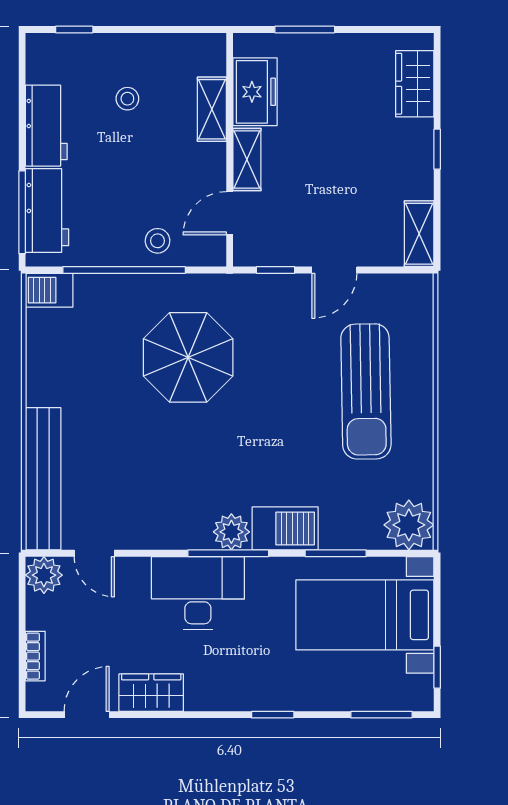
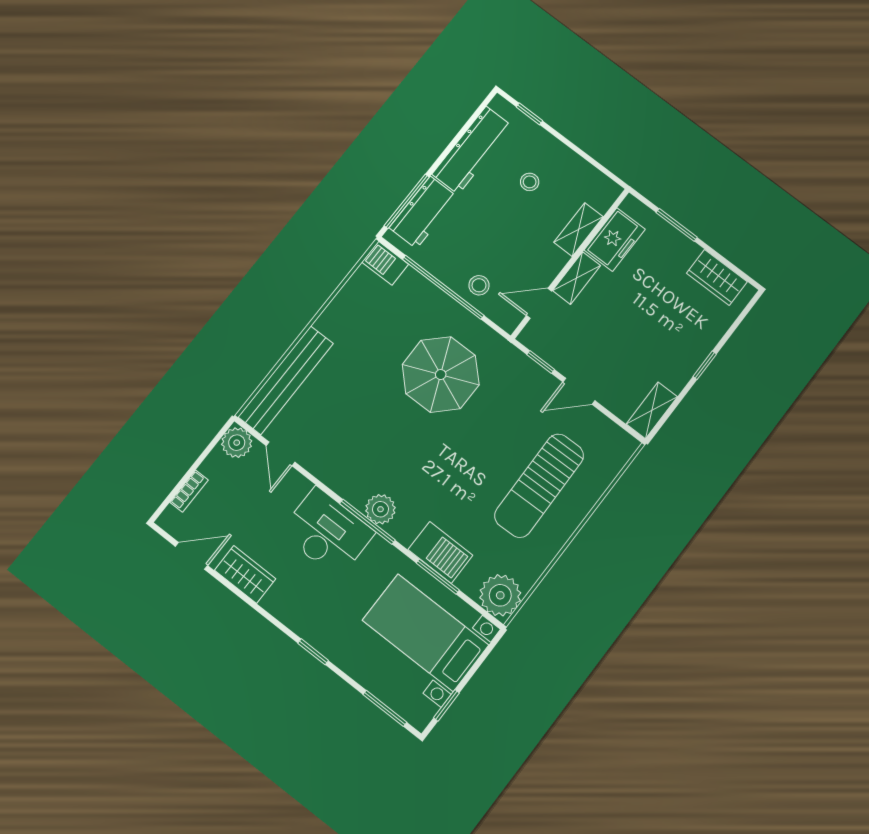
wardrobe: (415, 84) -> (717, 277), moved, turned -90
workbench: (46, 126) -> (472, 150), width x1.37
barbecue: (285, 528) -> (440, 552), moved

